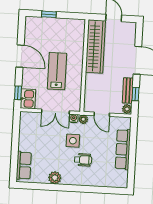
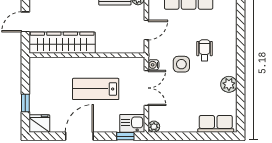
fridge: (32, 25) -> (39, 123), added
plant: (83, 119) -> (154, 127), moved

